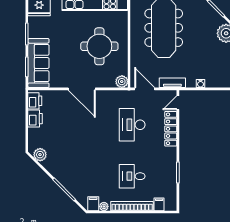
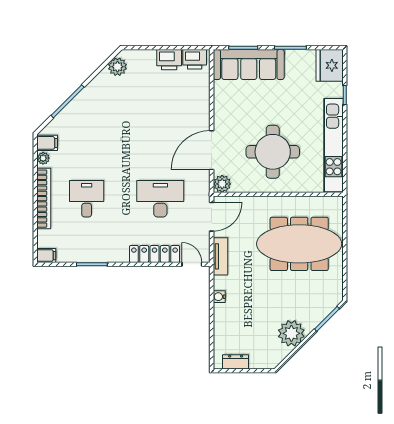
door: (82, 89) -> (212, 150), moved
filing cabinet: (159, 204) -> (46, 256), moved

